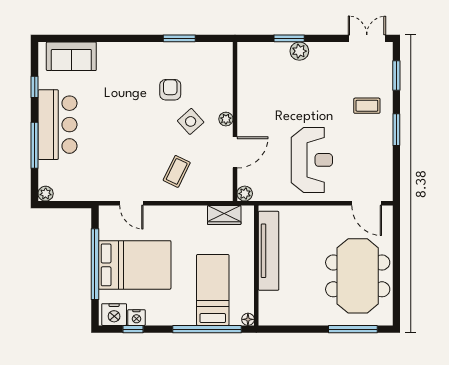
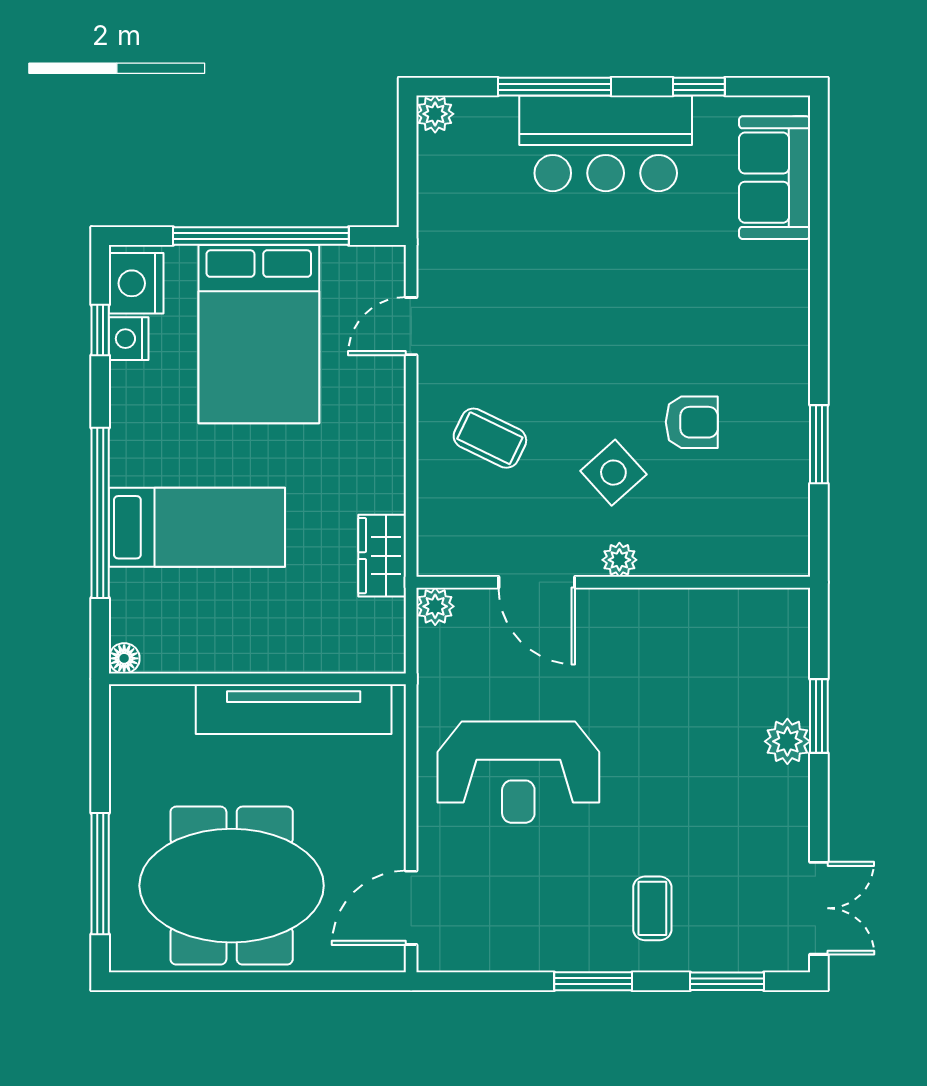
tv unit: (269, 251) -> (294, 709), moved
wall: (256, 265) -> (257, 679), moved
floor lamp: (248, 319) -> (124, 658), moved

